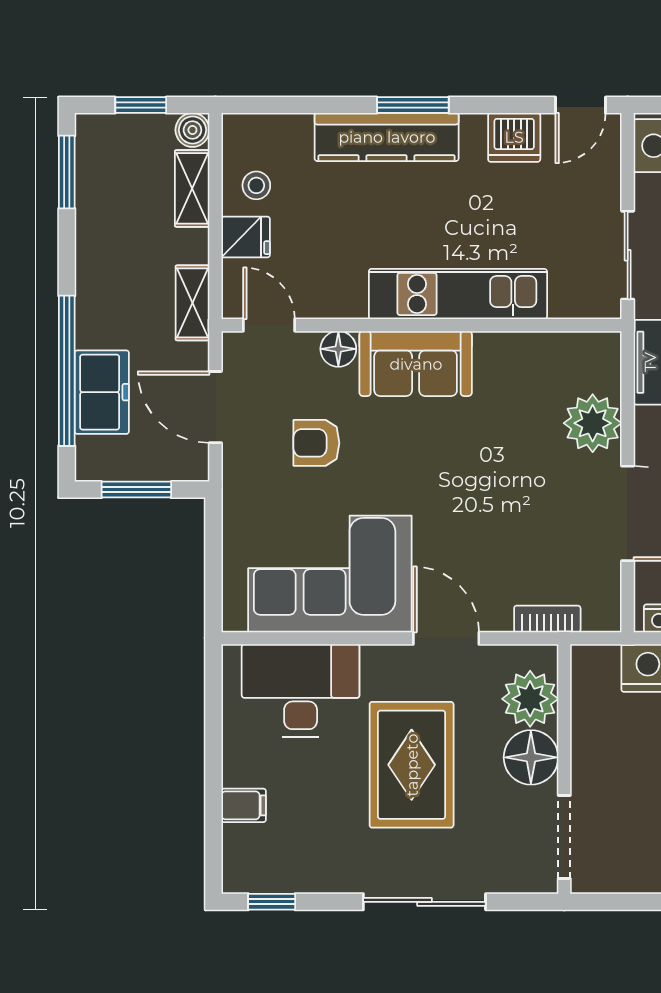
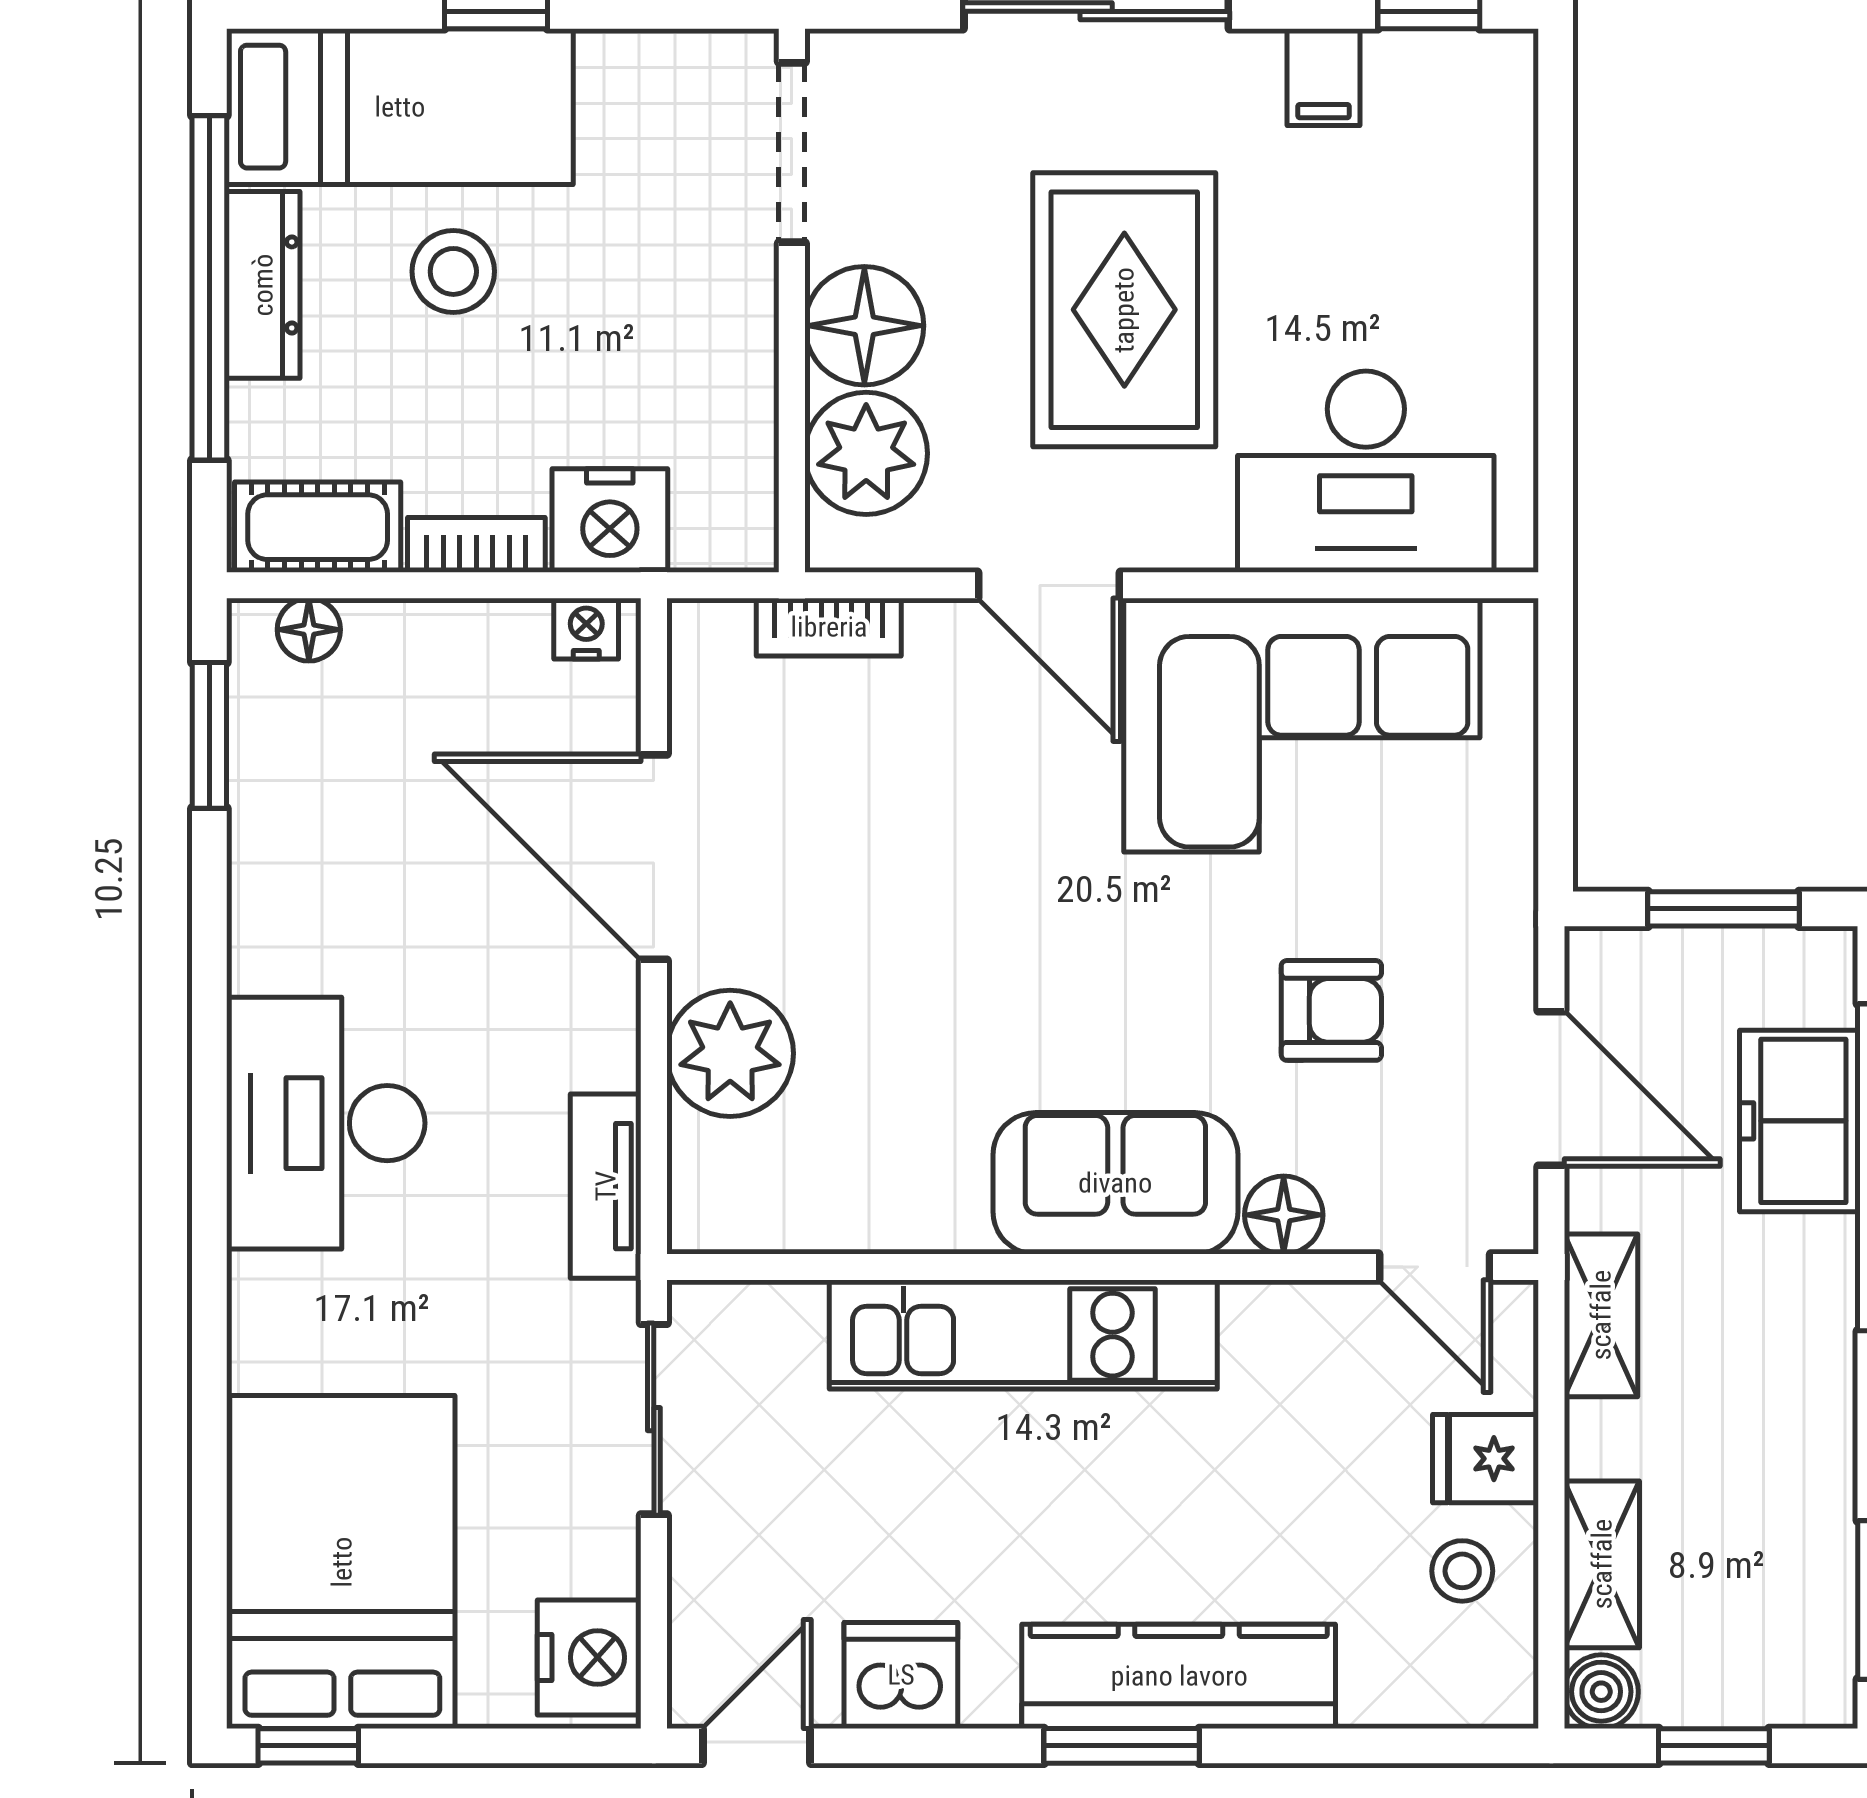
filing cabinet: (244, 805) -> (1323, 77), moved, turned -90

